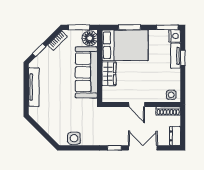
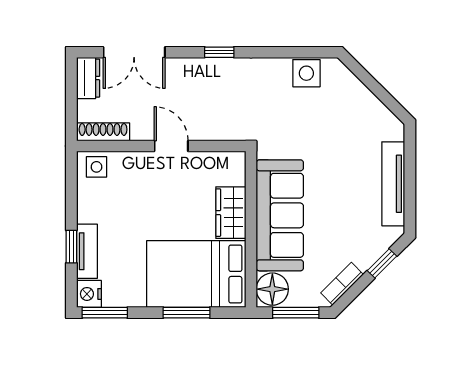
double door: (143, 148) -> (134, 52), moved

